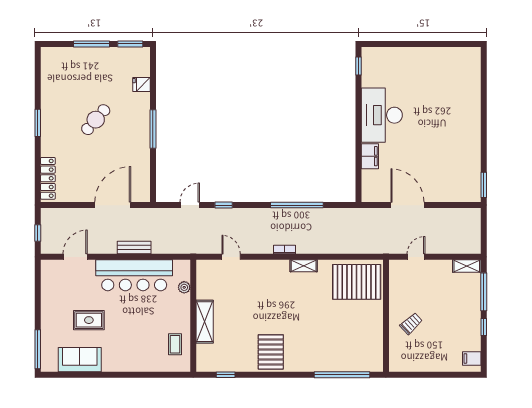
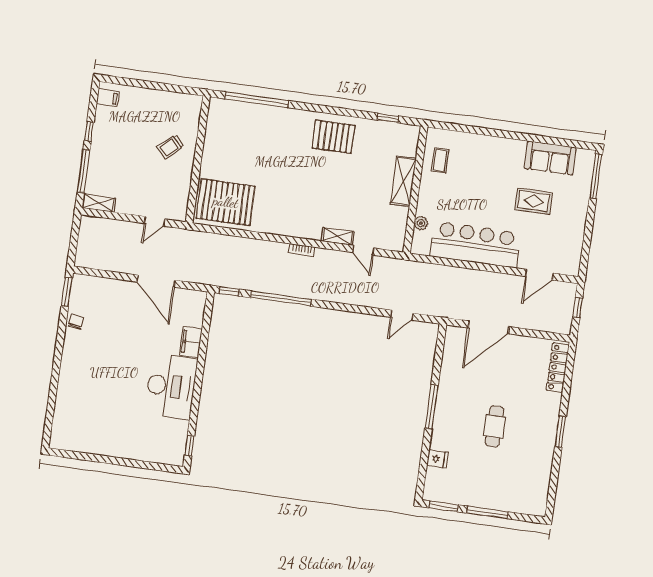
cafe table: (96, 120) -> (495, 426), turned -41
chair: (472, 160) -> (76, 322), added
window: (224, 205) -> (229, 291), moved
bench: (134, 248) -> (471, 276), removed
shelving: (304, 266) -> (338, 236), moved
pallet: (271, 352) -> (333, 137), turned 90

